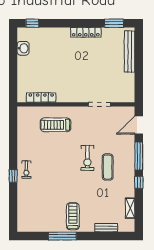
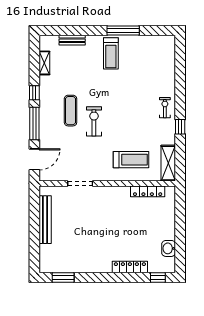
locker: (86, 32) -> (130, 267), moved
bench: (130, 52) -> (45, 220), moved
shelving: (23, 122) -> (168, 163), added
window: (13, 176) -> (180, 127), moved

